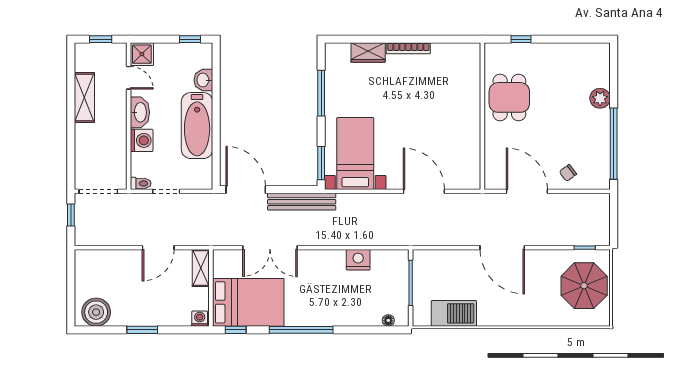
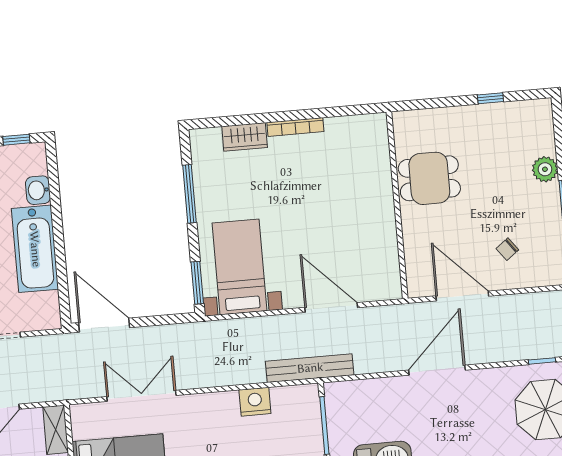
window: (521, 39) -> (490, 98), moved
dining table: (509, 97) -> (429, 178), turned 90
chair: (568, 173) -> (507, 249), moved
bench: (302, 202) -> (310, 368), moved
double door: (270, 248) -> (141, 396), swing flipped
door: (502, 248) -> (437, 370), swing flipped

